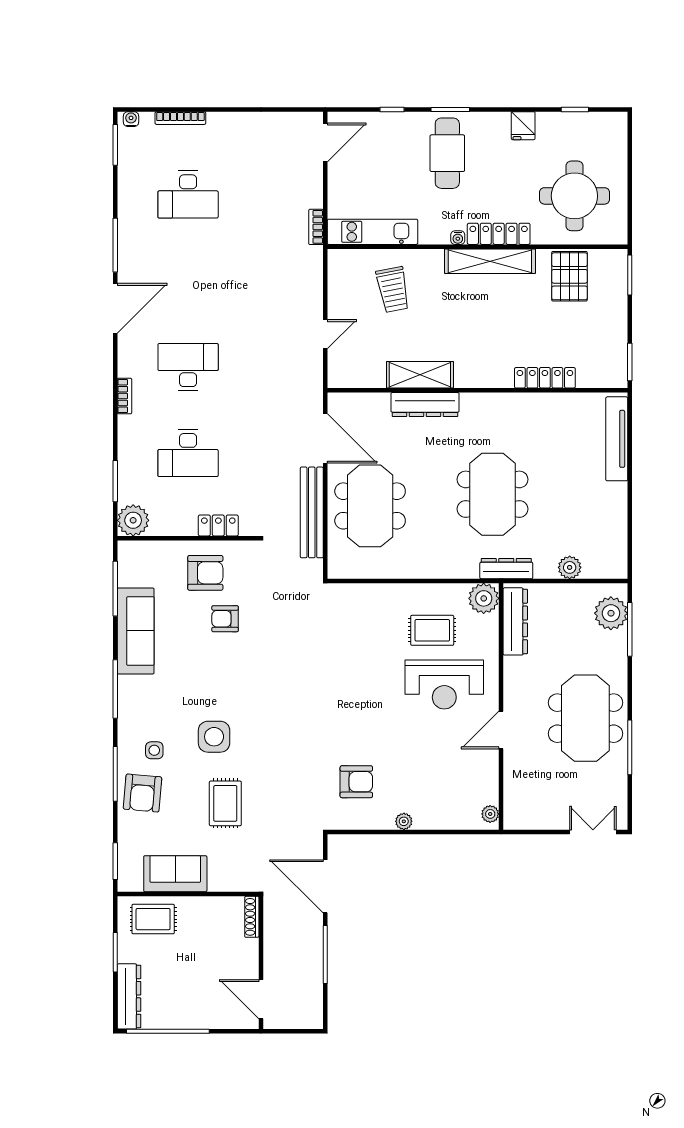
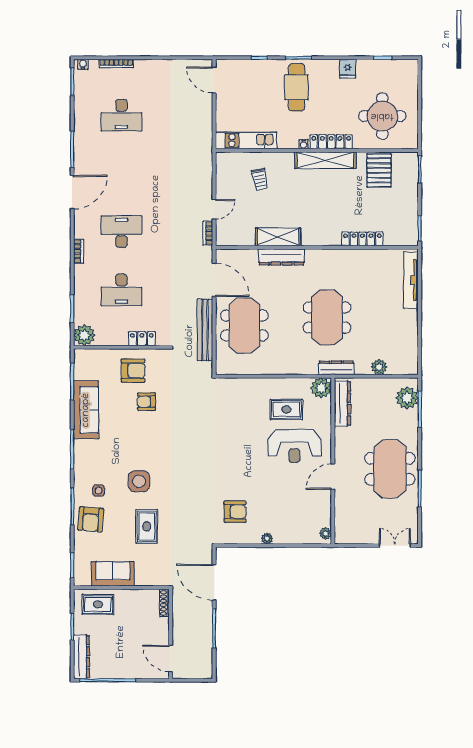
door: (325, 142) -> (214, 80), swing flipped
bookcase: (316, 227) -> (208, 233), moved
trolley: (393, 289) -> (260, 179), width x0.73, depth x0.72

